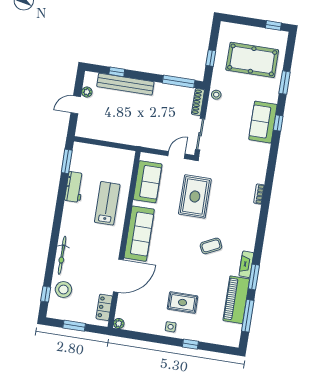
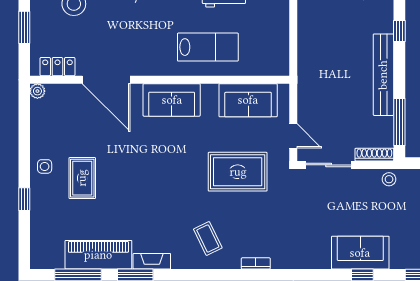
bench: (125, 84) -> (383, 75), moved
sofa: (139, 234) -> (172, 100), width x0.73
coffee table: (211, 246) -> (208, 238), moved

